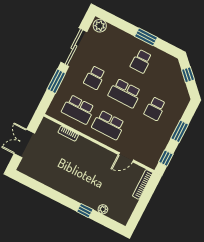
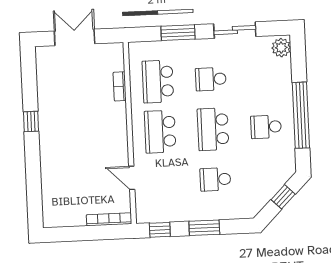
window: (146, 37) -> (301, 115), width x2.11
sliding door: (74, 47) -> (235, 30), width x0.73
plant: (103, 209) -> (48, 187), removed
window: (85, 211) -> (31, 121), moved

